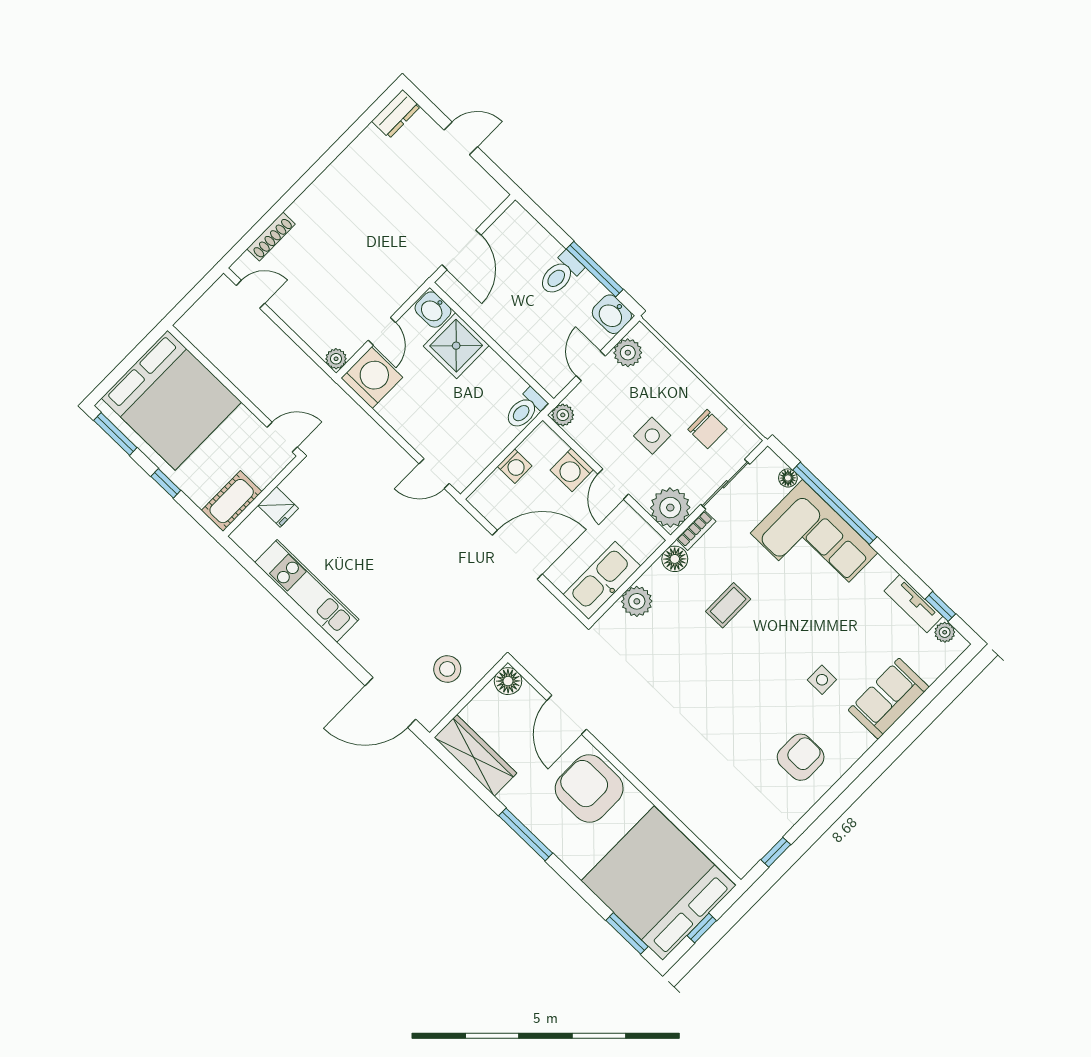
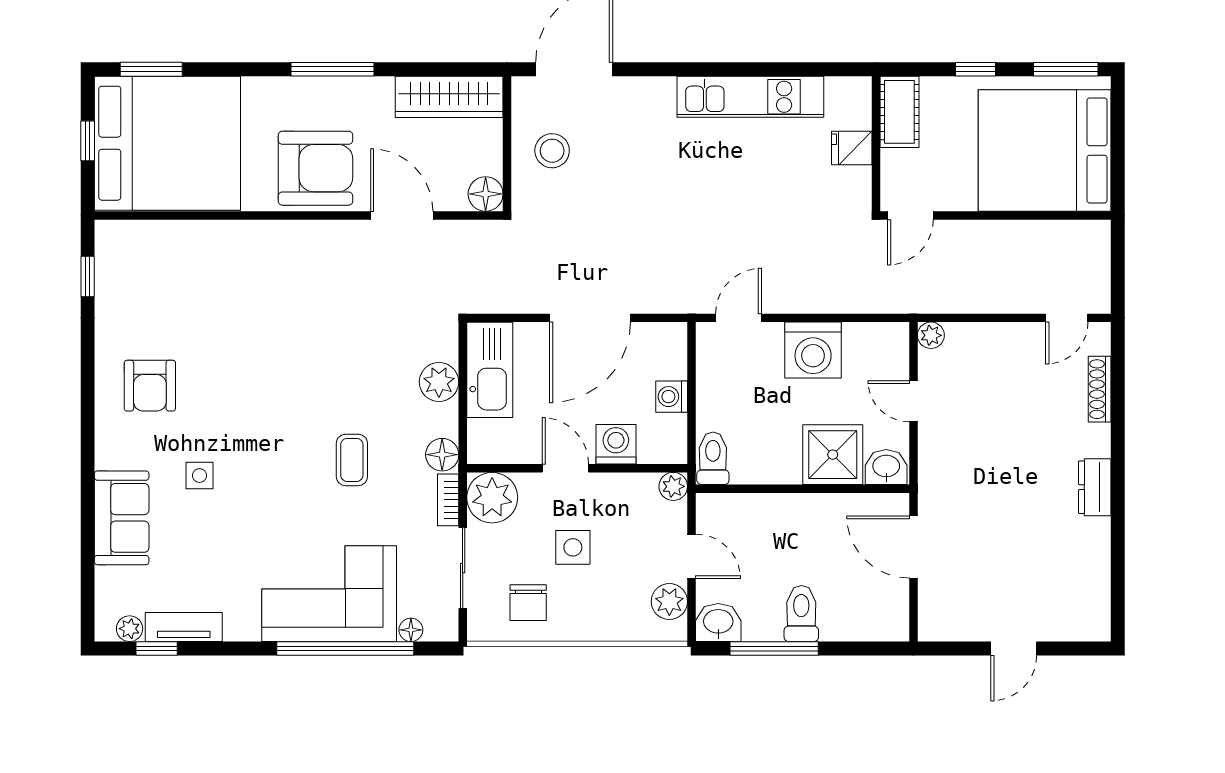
dresser: (396, 114) -> (1095, 487), moved
washing machine: (372, 378) -> (813, 350), moved
chair: (707, 429) -> (528, 603), turned -90

